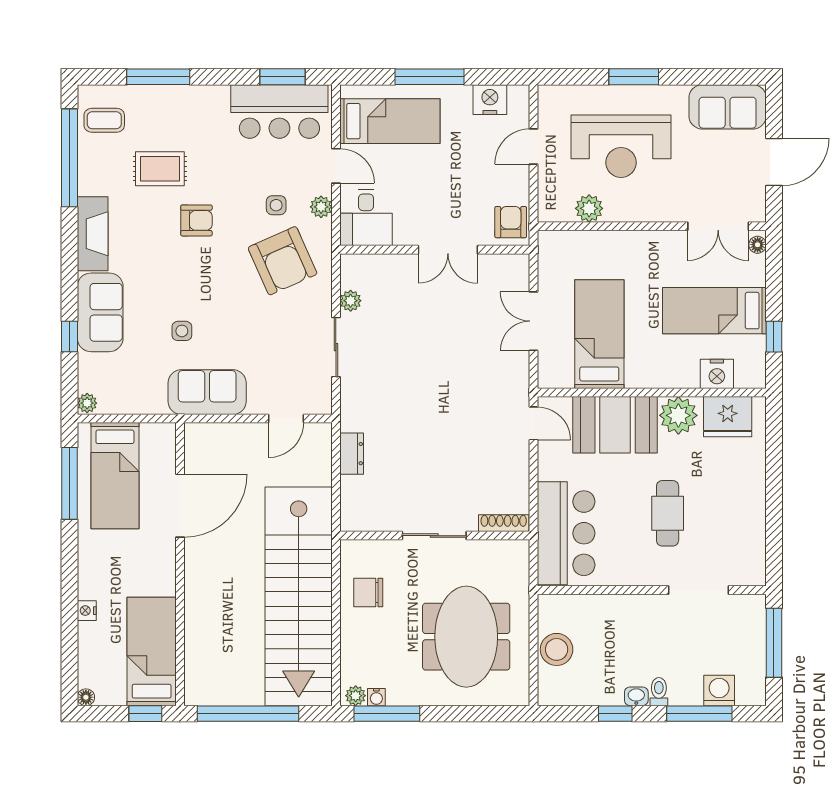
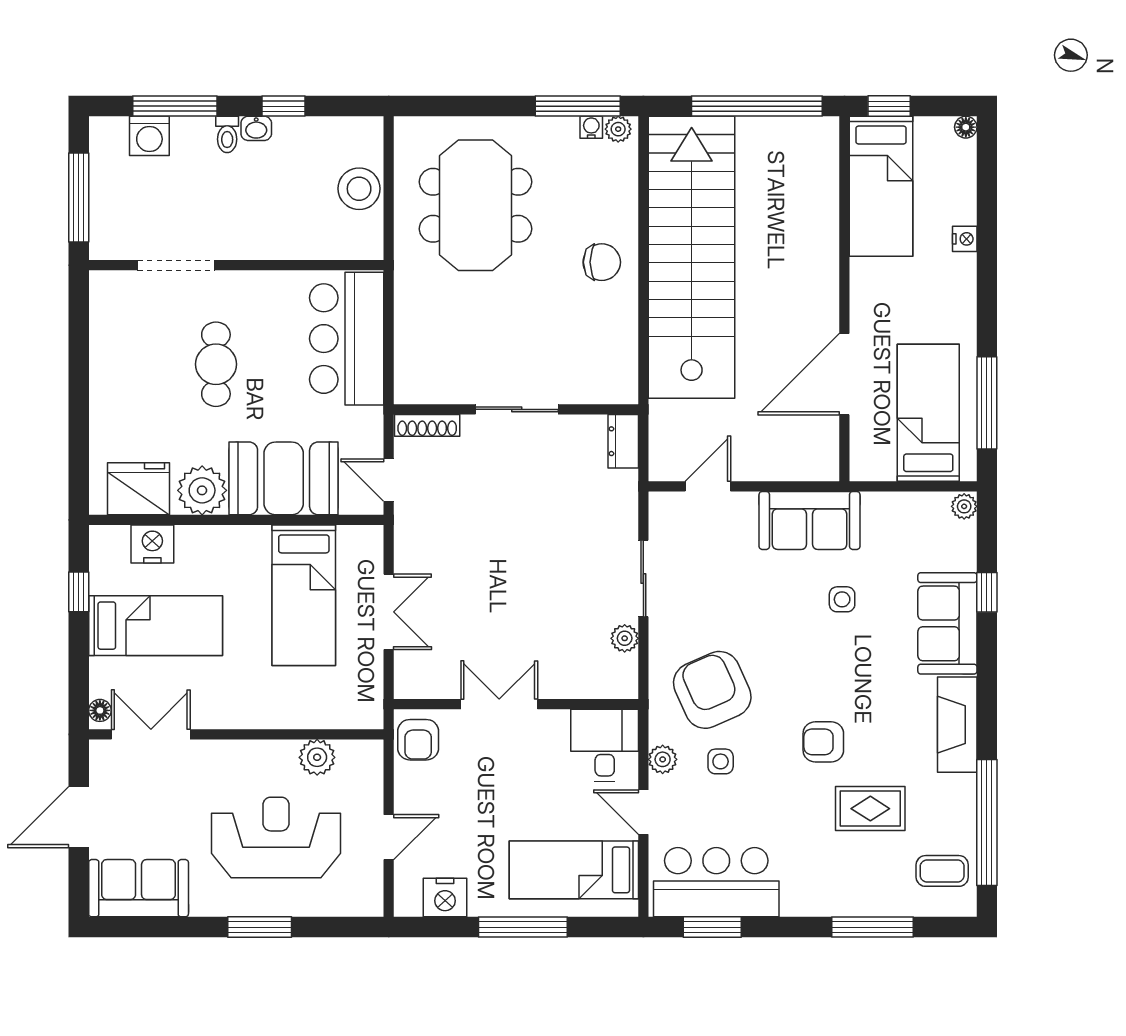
shoe rack: (504, 523) -> (427, 425), moved
sliding door: (434, 536) -> (517, 409), moved
wall: (435, 536) -> (516, 409), moved

